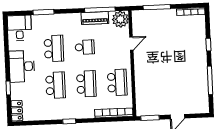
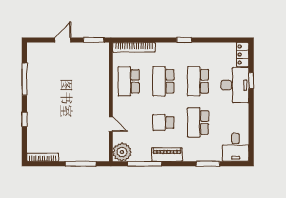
piano: (95, 18) -> (167, 155), moved
door: (131, 44) -> (111, 124), swing flipped
desk: (22, 66) -> (235, 85), moved

